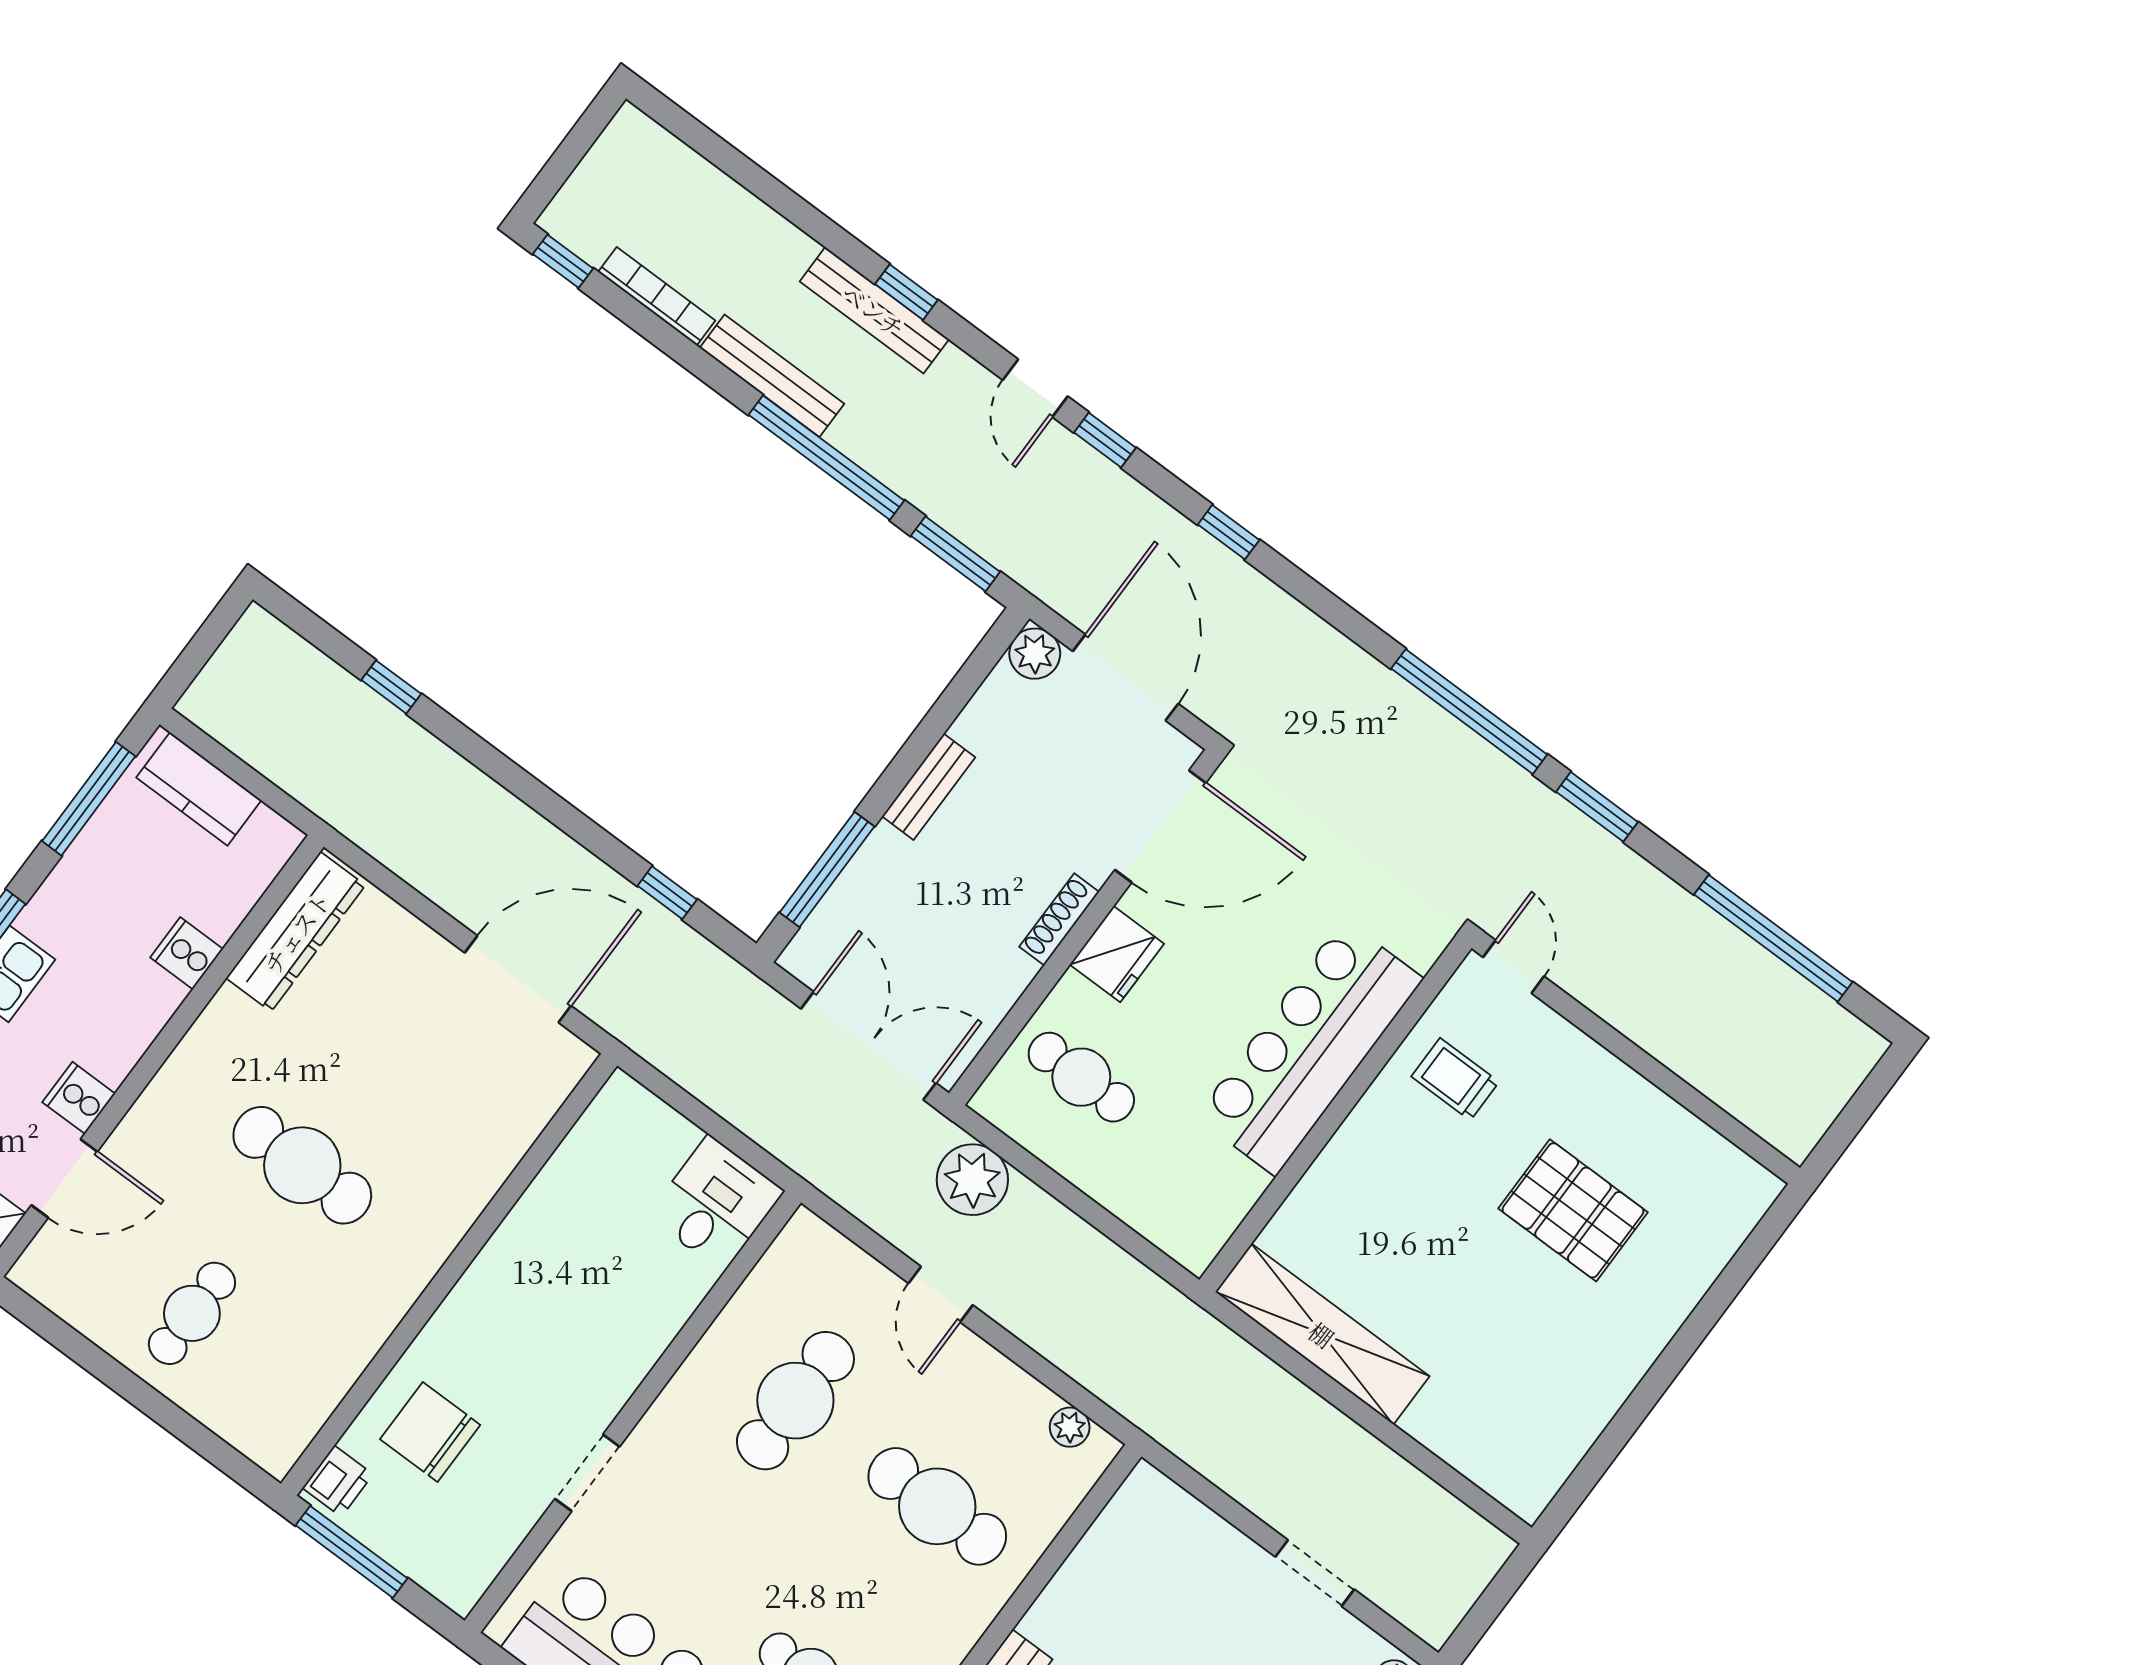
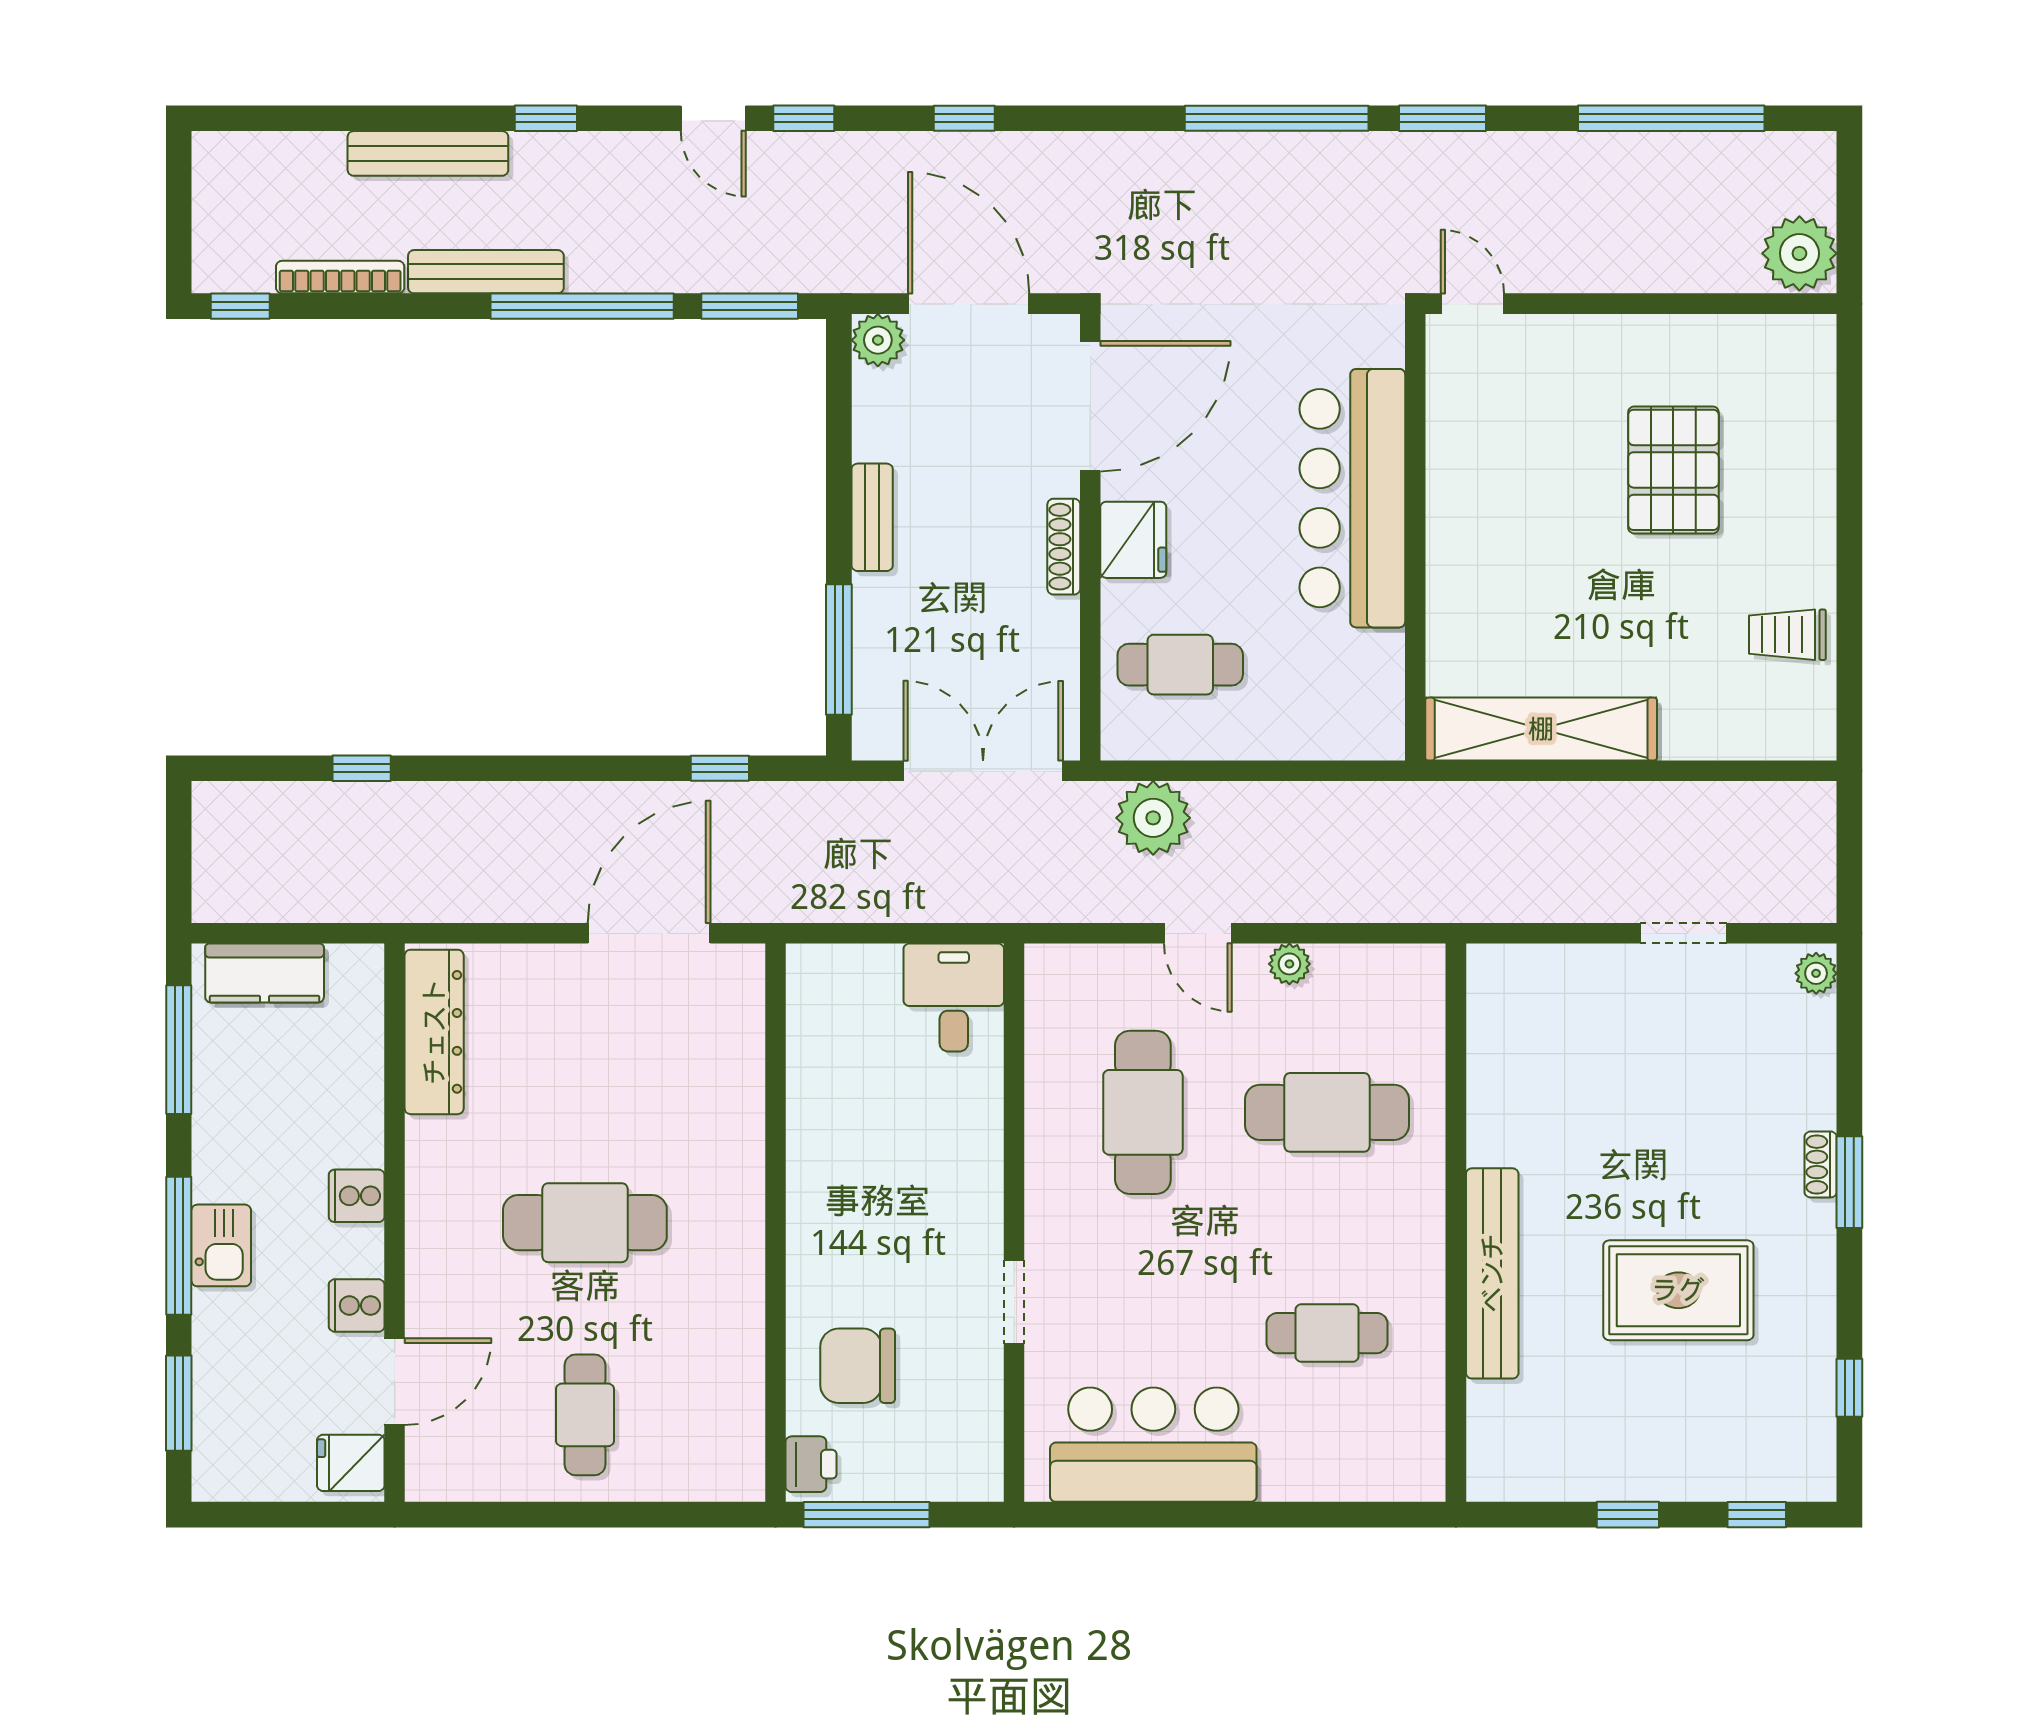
bench: (874, 310) -> (428, 153), moved
cooker: (187, 953) -> (357, 1196), moved
trolley: (1455, 1079) -> (1787, 635), moved
plant: (1794, 1116) -> (1799, 253), added
pallet: (1573, 1210) -> (1673, 470), turned 90
plant: (1070, 1427) -> (1289, 964), moved

